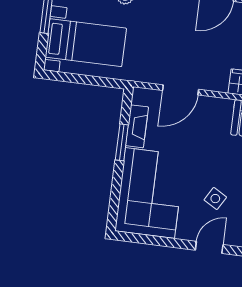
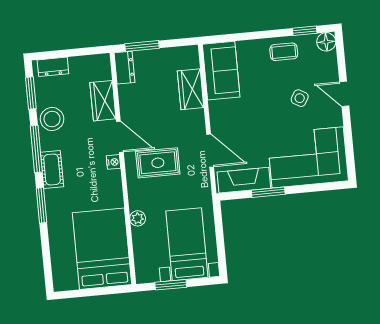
rug: (180, 31) -> (158, 163), added
fireplace: (137, 126) -> (244, 180), width x1.37, depth x1.32

